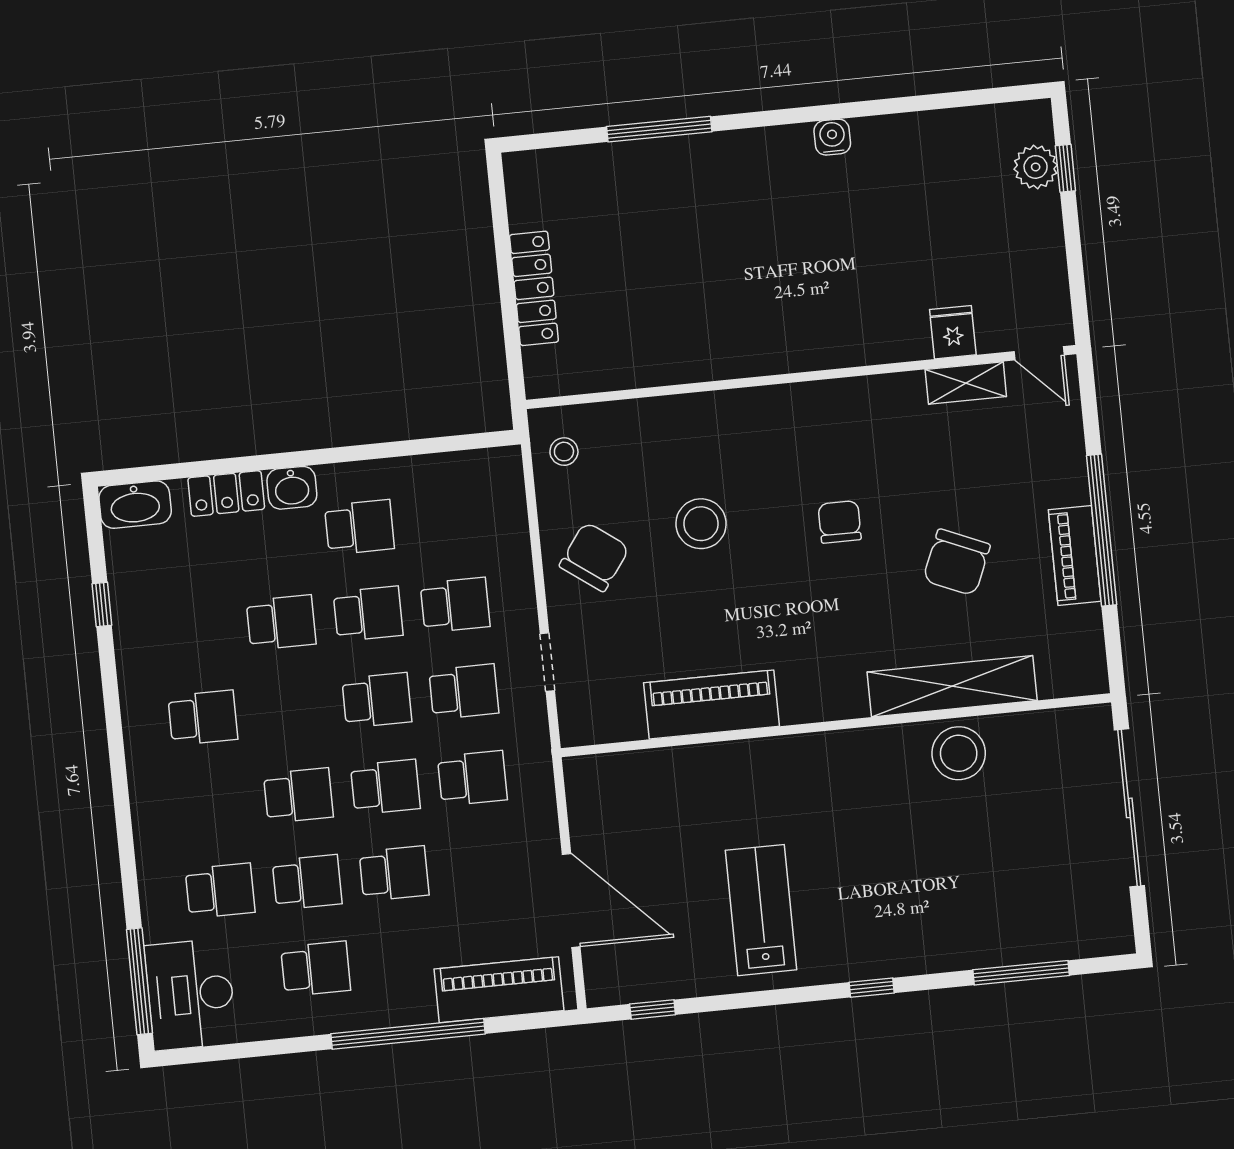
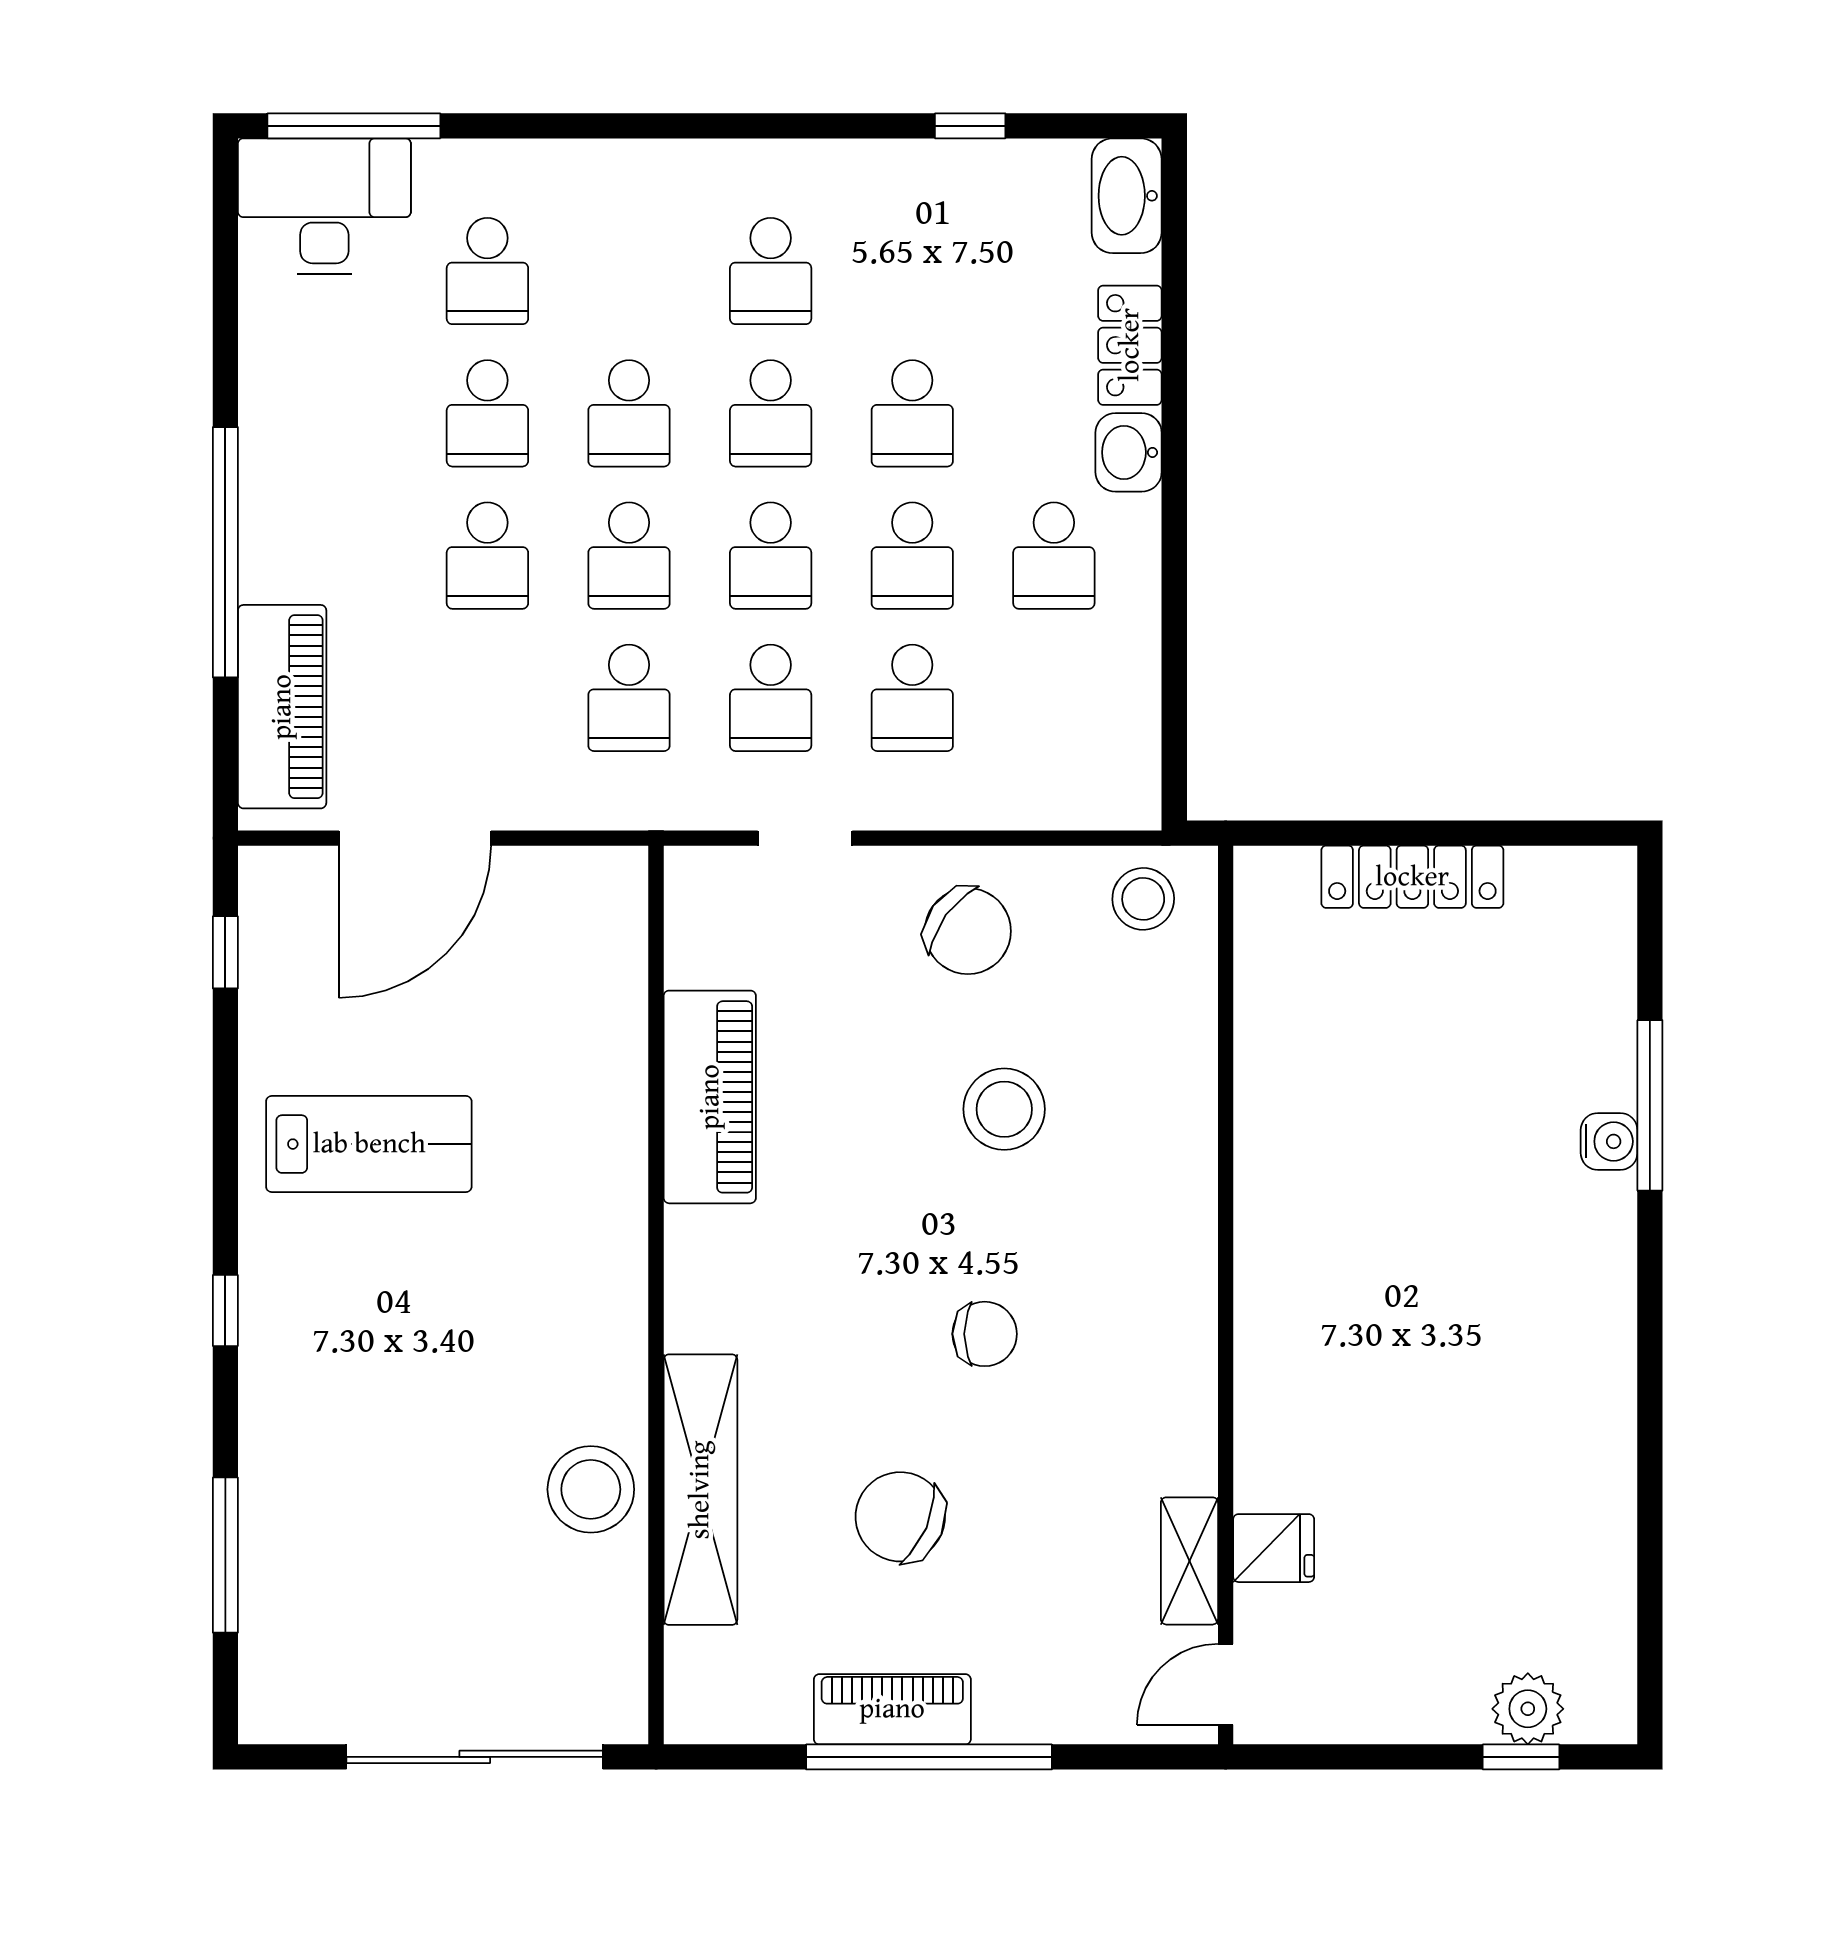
water cooler: (832, 137) -> (1609, 1141), moved
stool: (564, 452) -> (1143, 899), width x1.37, depth x1.37
school desk: (316, 969) -> (771, 413), moved

